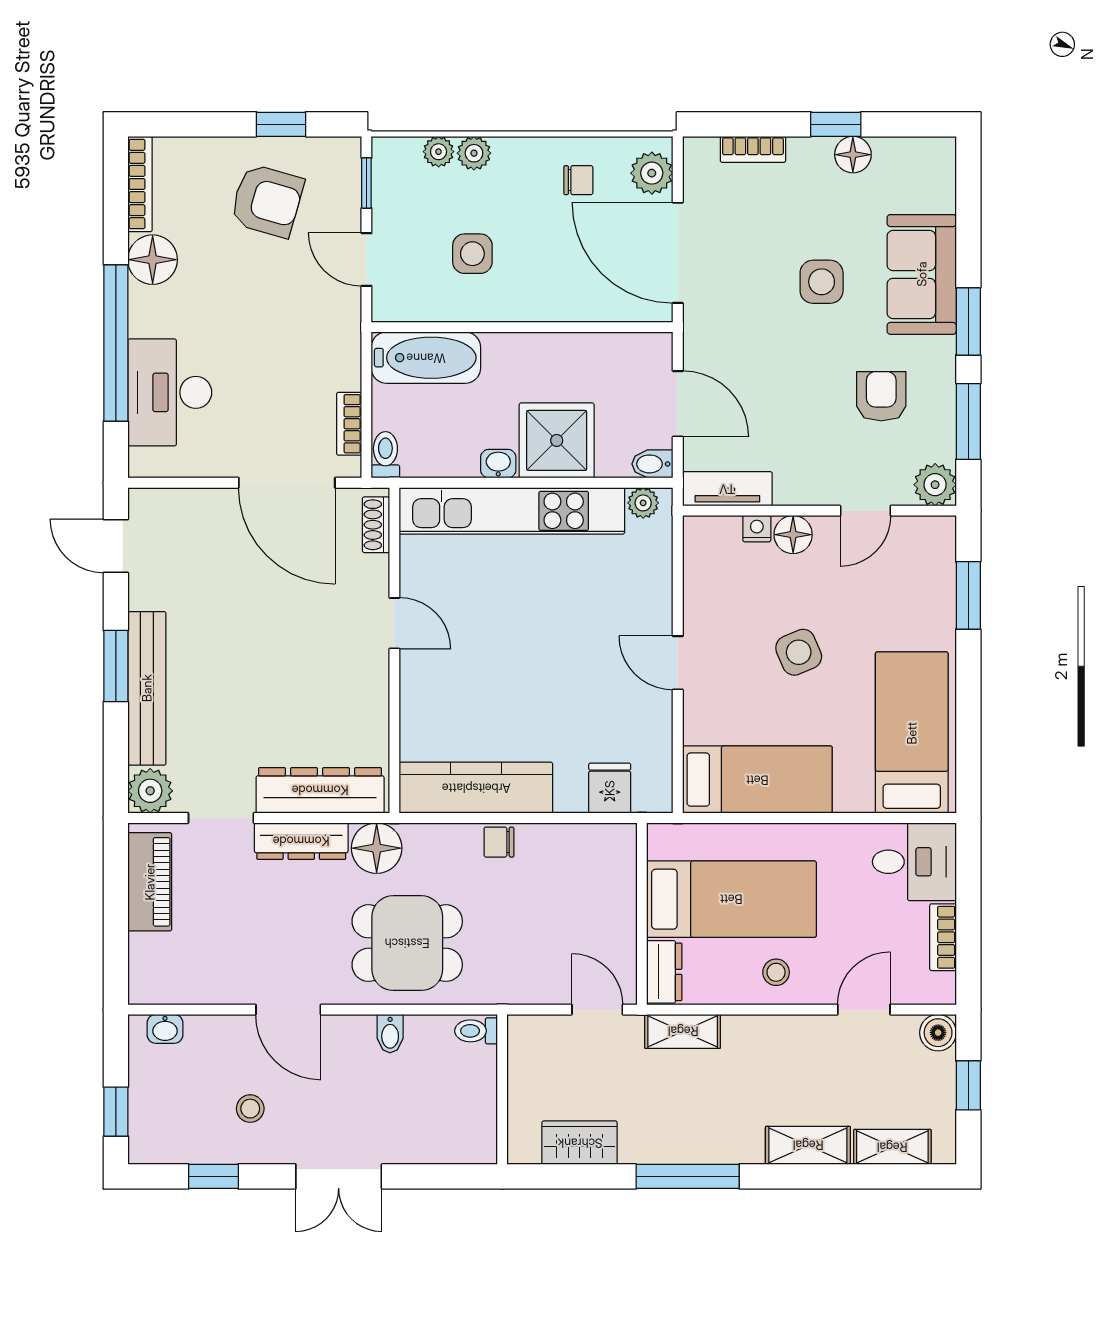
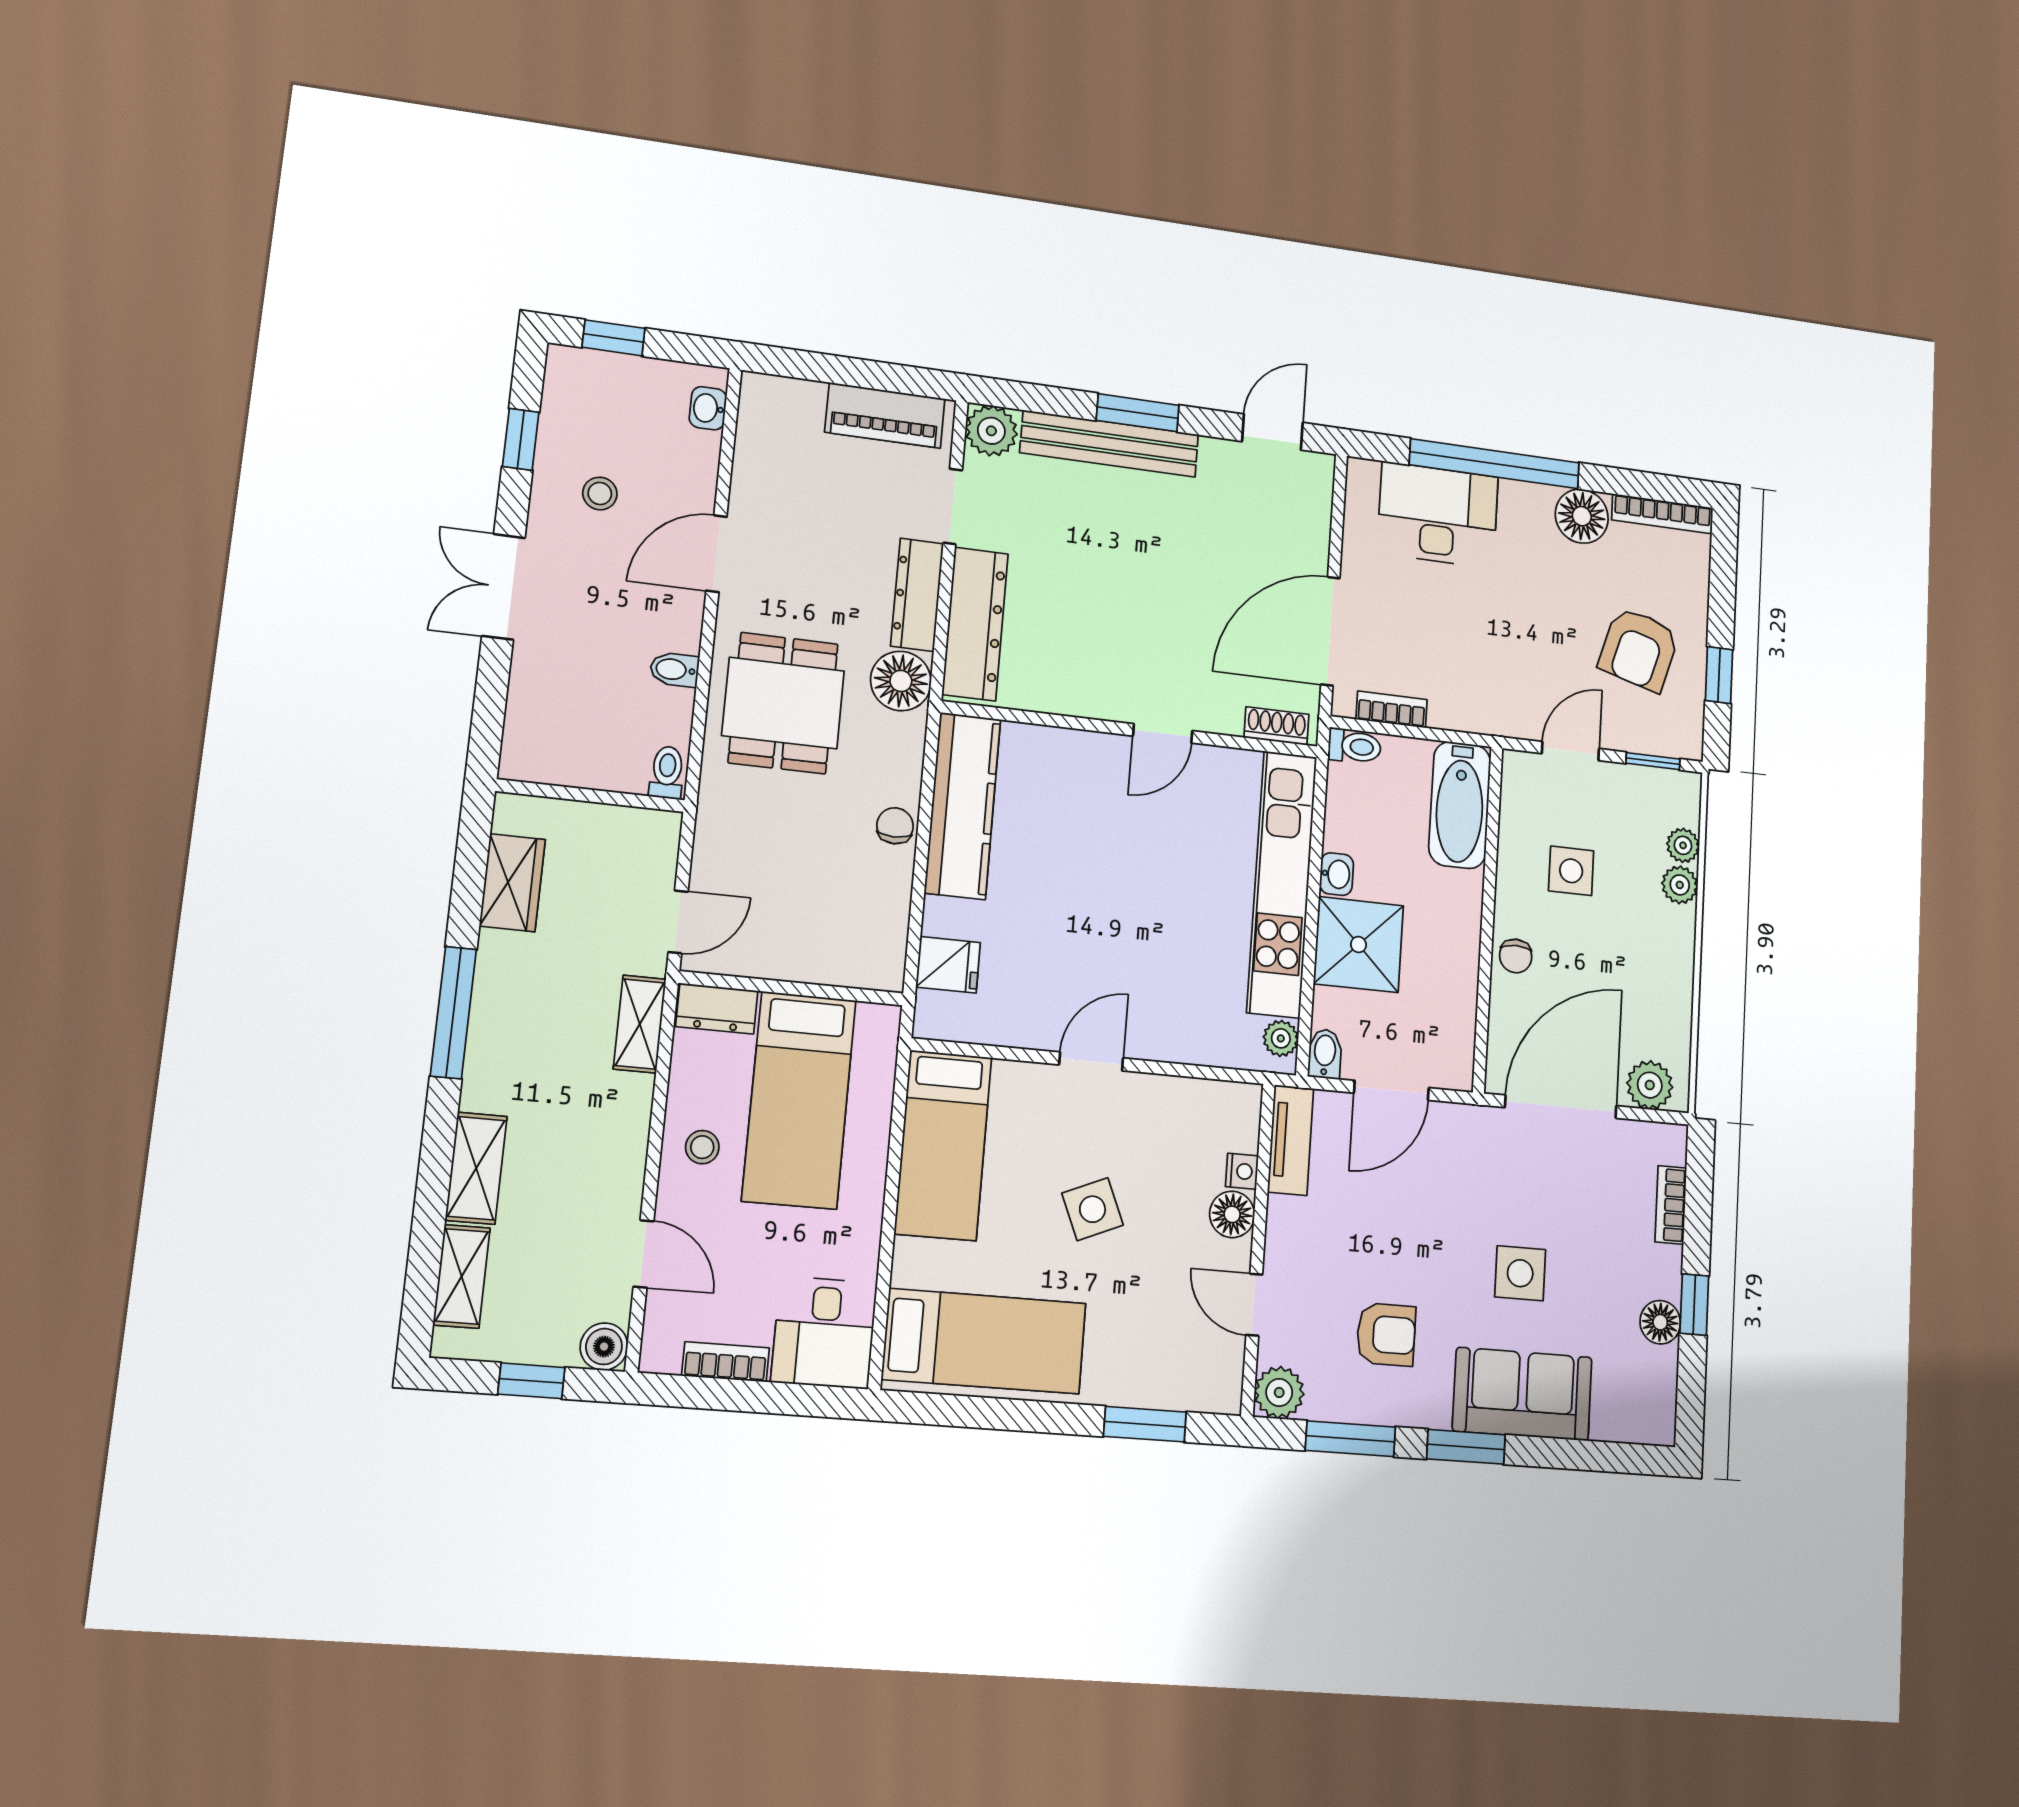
chair: (578, 180) -> (1516, 956), moved

